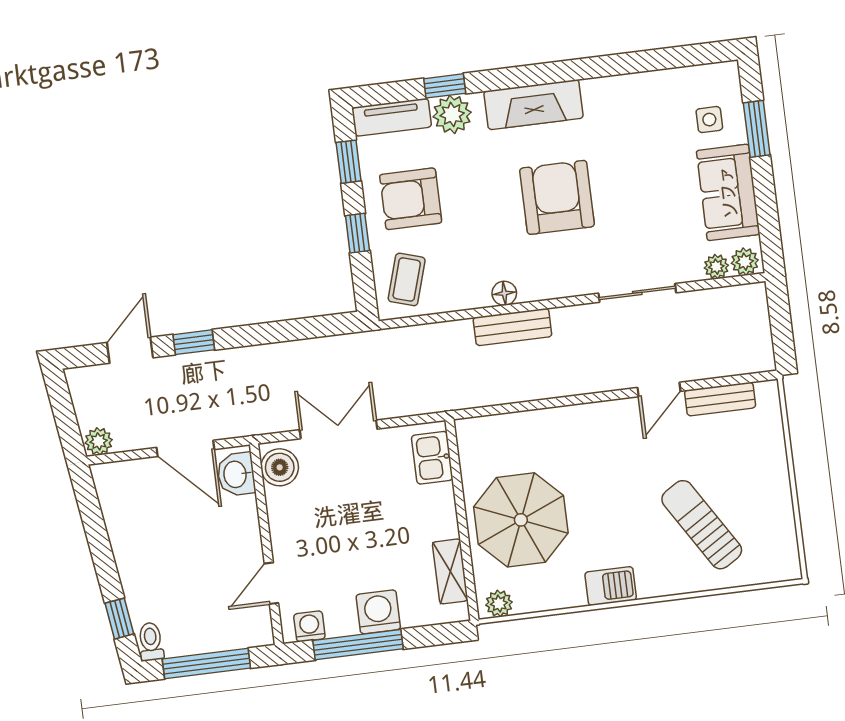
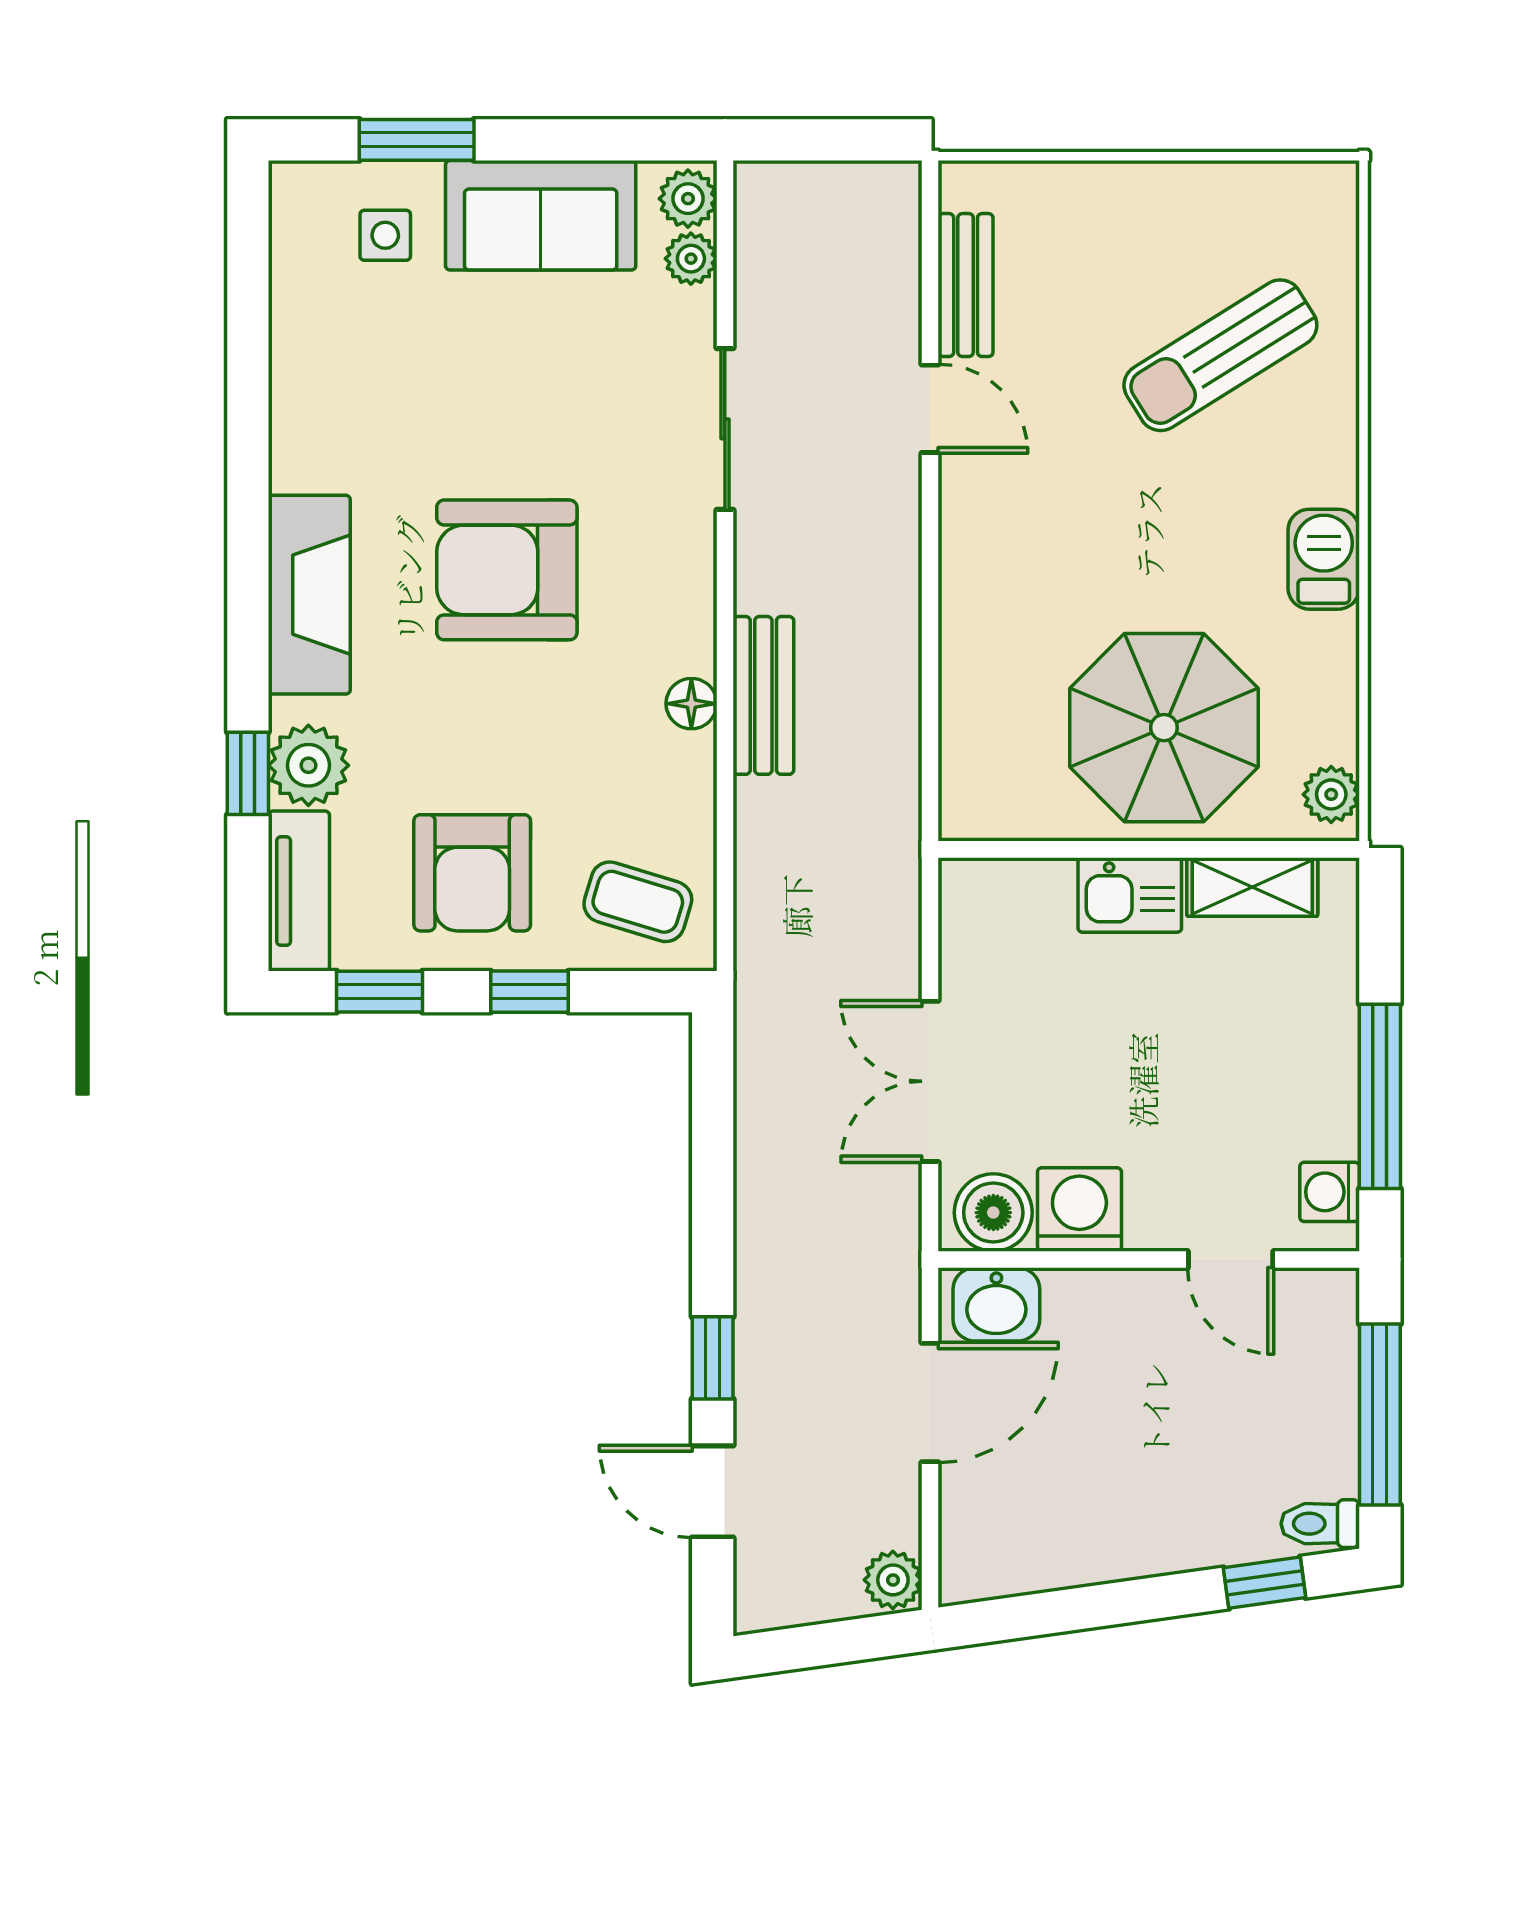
kitchen sink: (432, 458) -> (1130, 895), moved
washing machine: (378, 612) -> (1079, 1209), moved, turned 90

